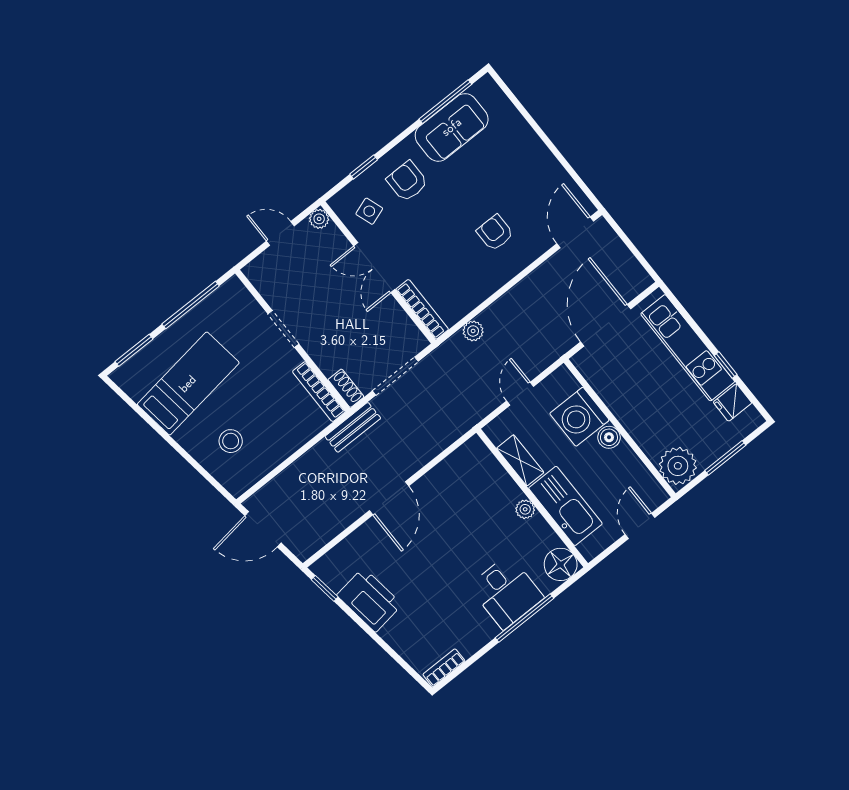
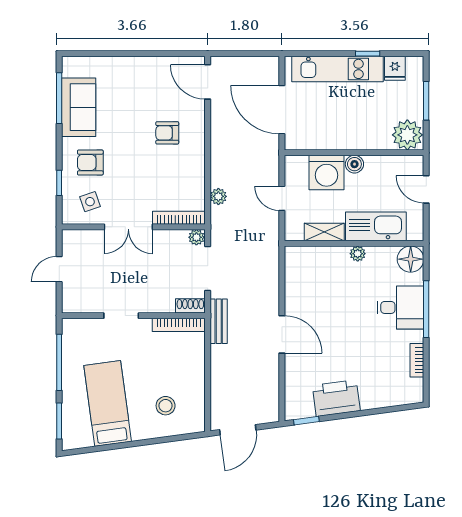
plant: (319, 219) -> (196, 237), moved
bookcase: (444, 668) -> (417, 360), moved

